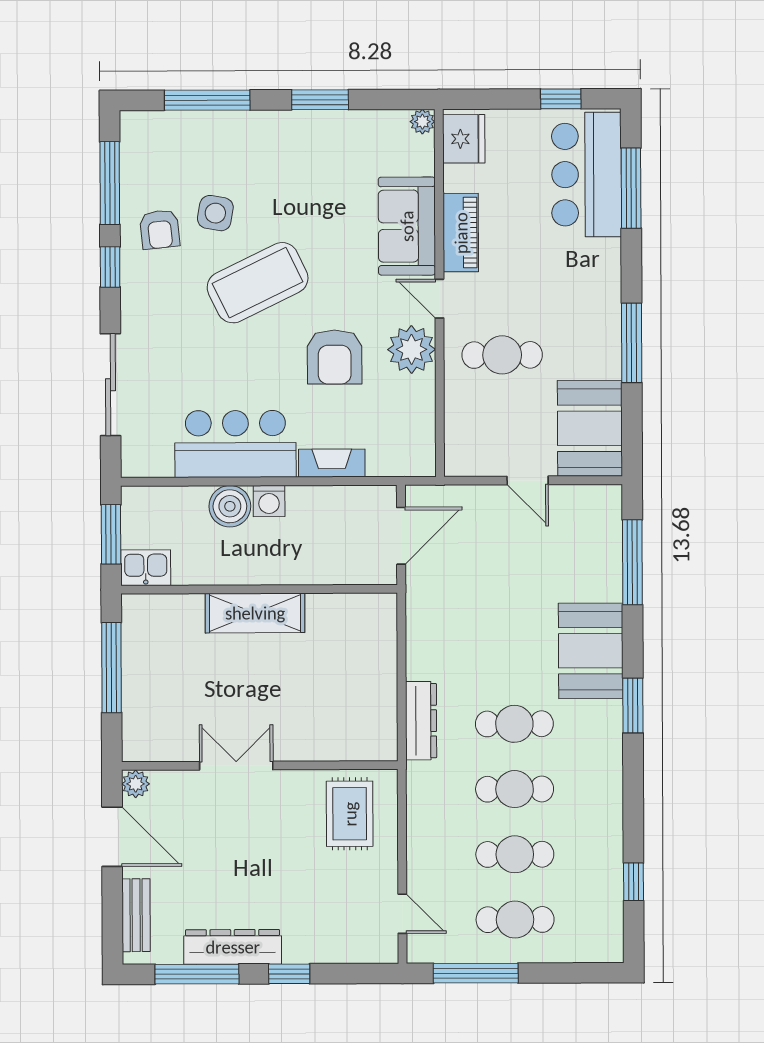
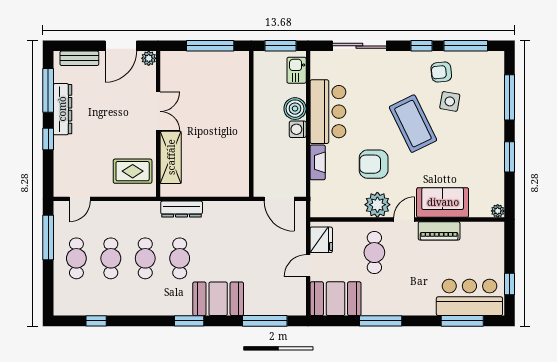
fridge: (464, 139) -> (321, 240), moved, turned -90
kitchen sink: (146, 568) -> (297, 70), moved, turned 180
shelving: (255, 613) -> (171, 157), moved

